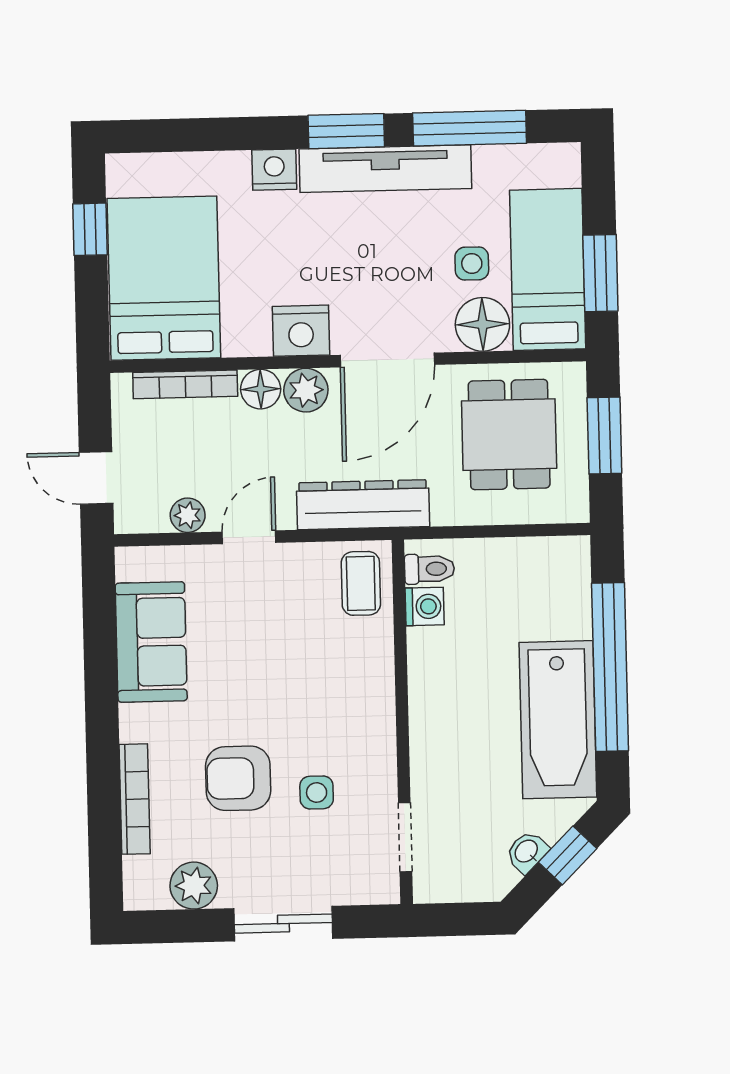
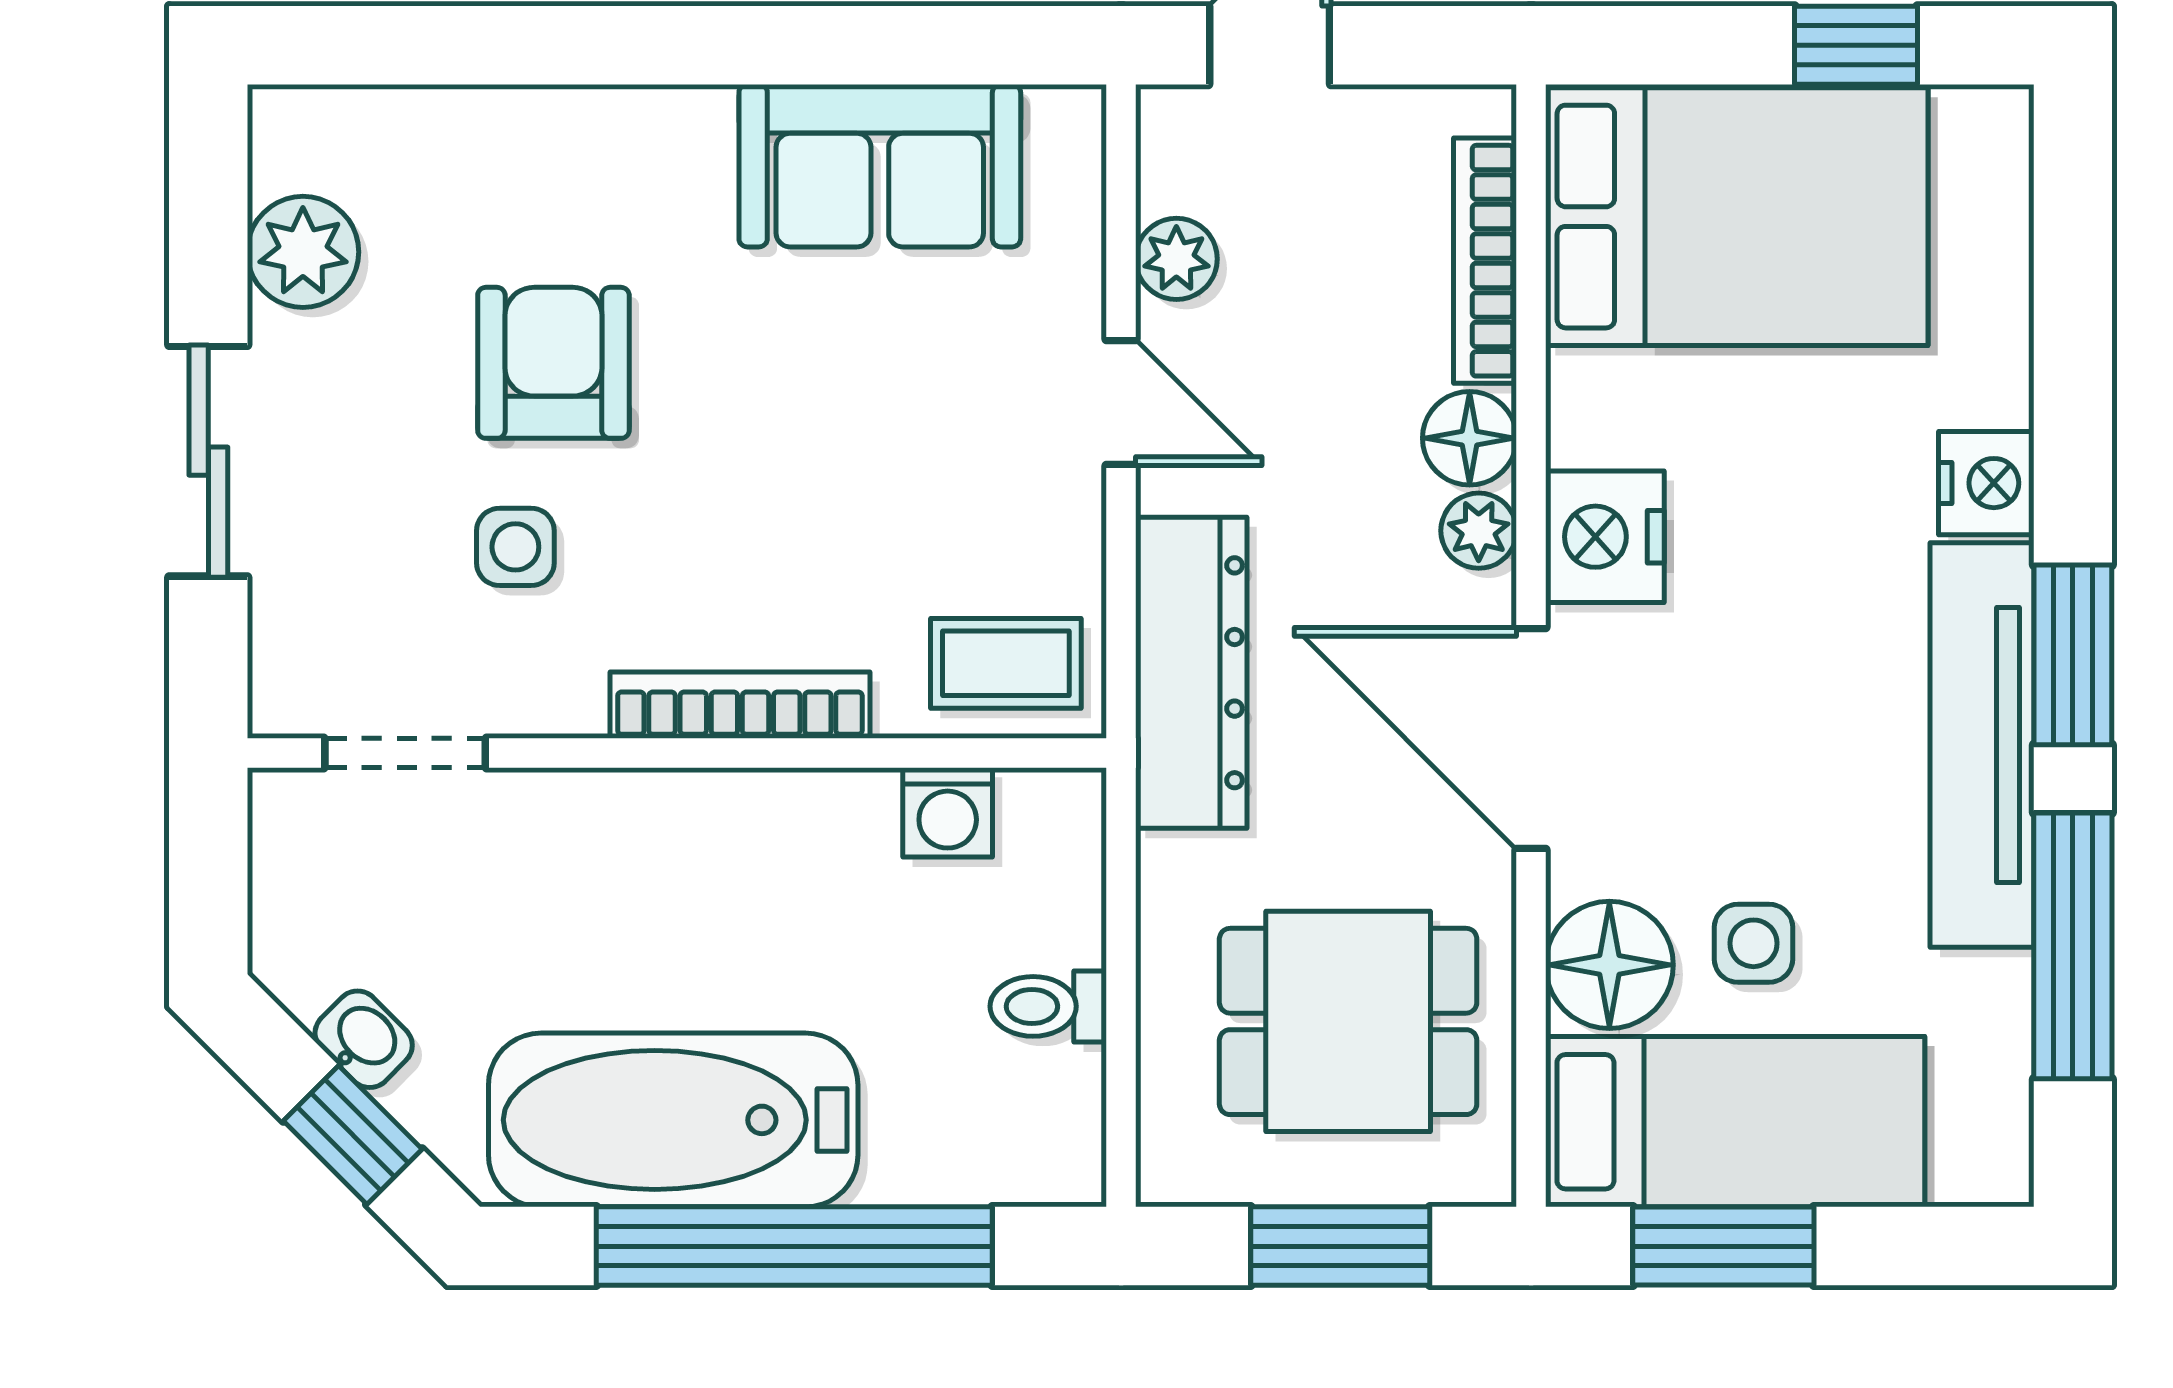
plant: (306, 390) -> (1479, 531), width x0.73, depth x0.73
toilet: (429, 569) -> (1048, 1006), moved, turned 90
bookcase: (135, 799) -> (740, 705), moved, turned 180

